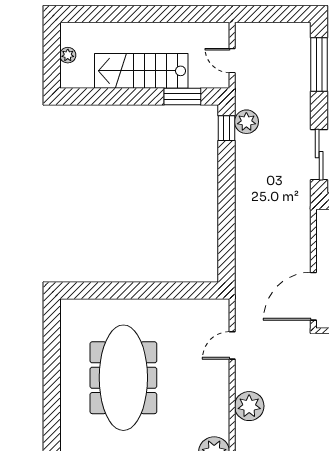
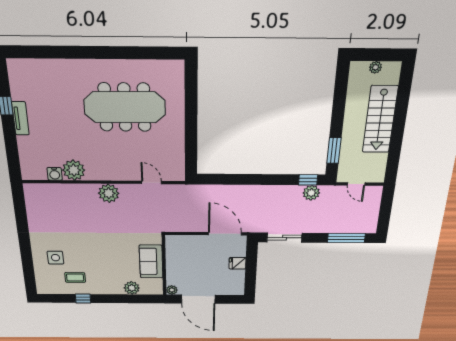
door: (232, 61) -> (356, 184), swing flipped
stairs: (141, 71) -> (380, 119), moved, turned 180
door: (313, 296) -> (225, 234), moved

